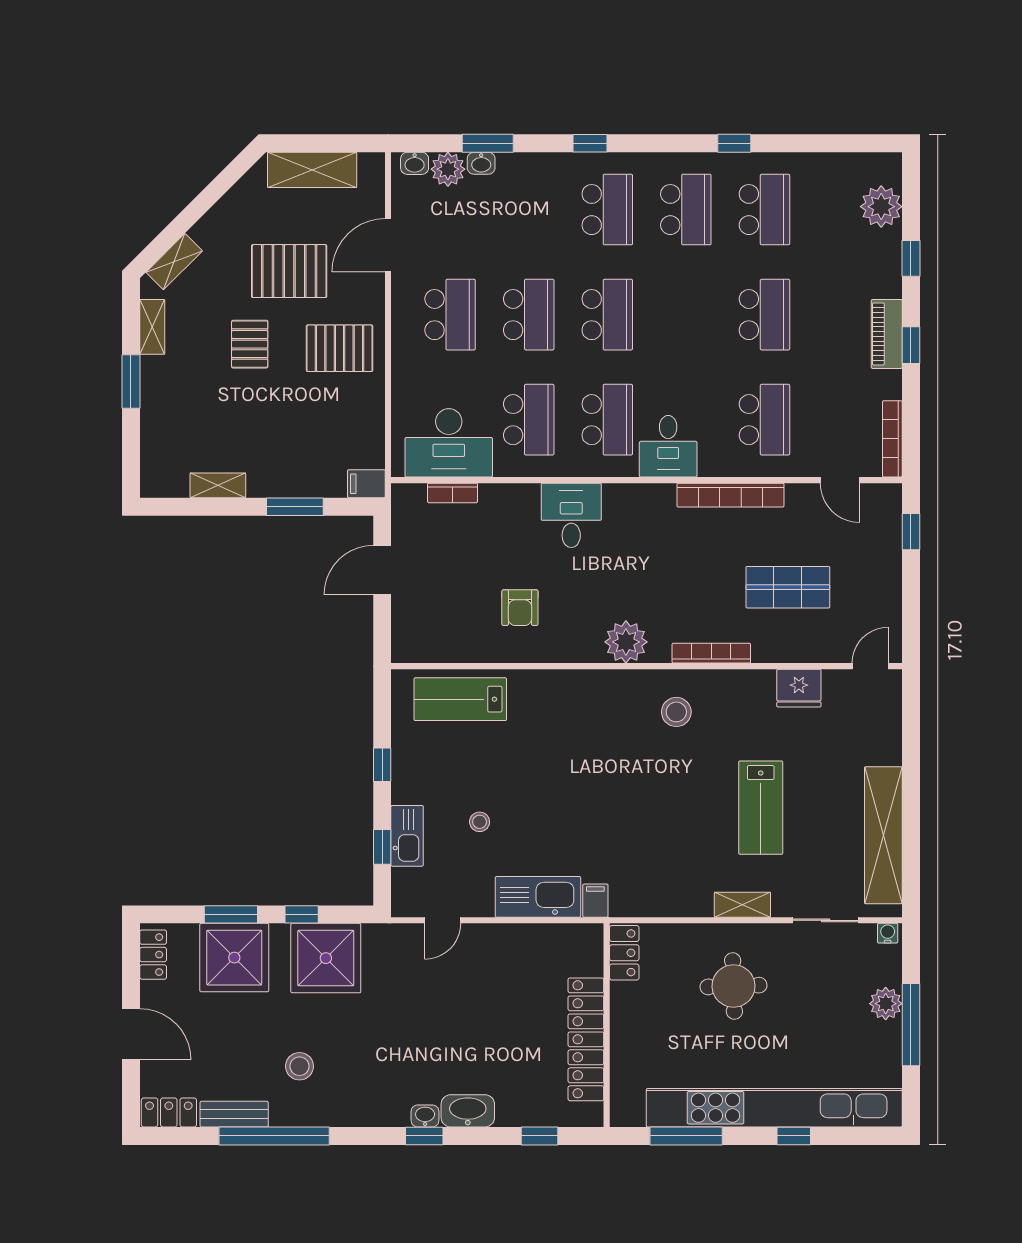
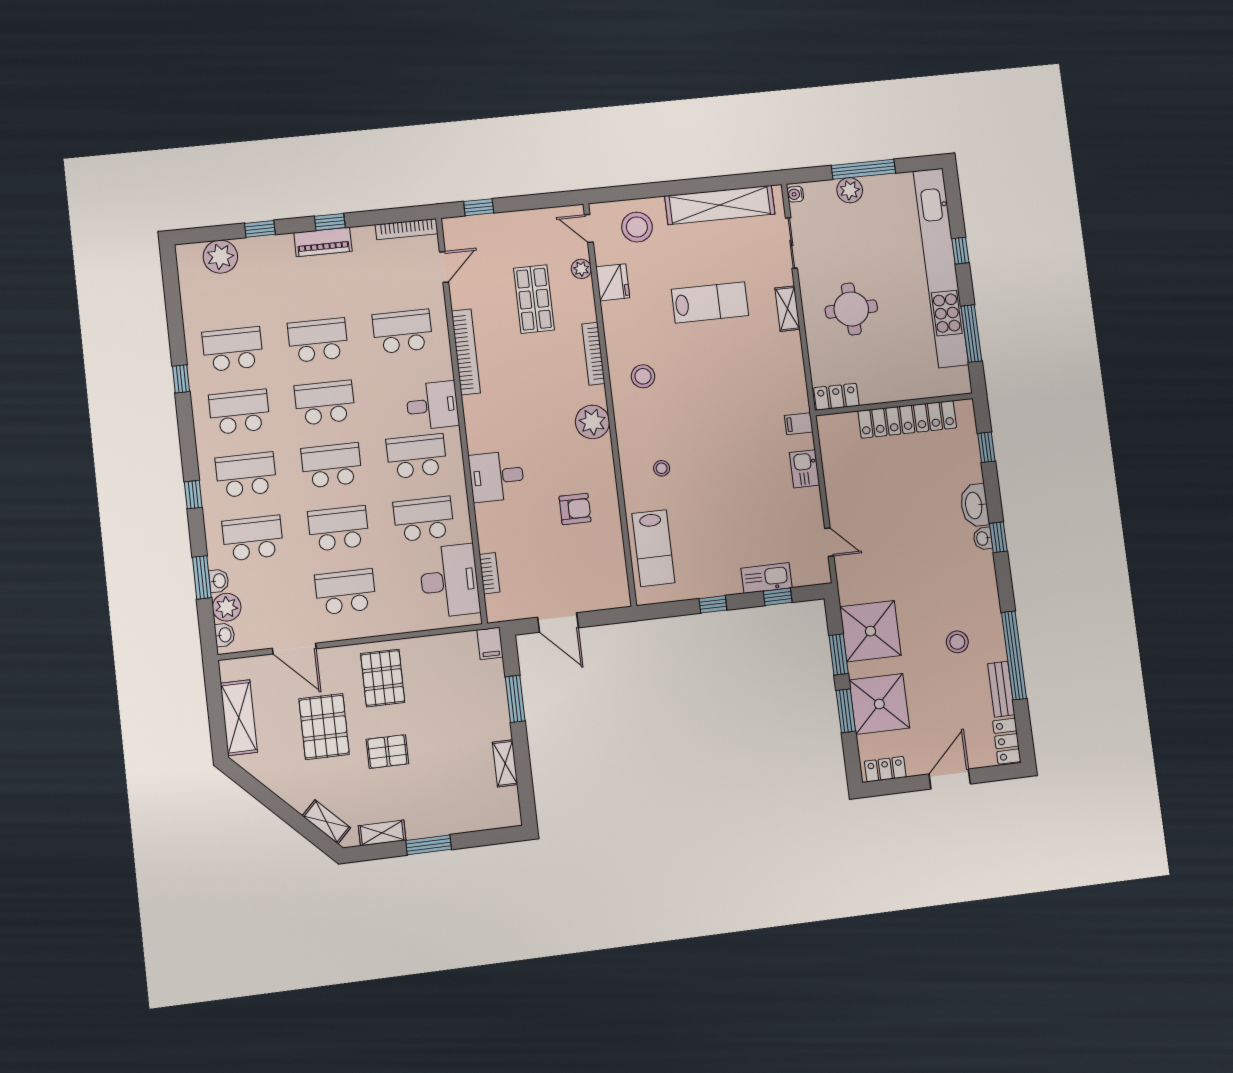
school desk: (529, 210) -> (253, 538), added
school desk: (686, 315) -> (325, 403), added
plant: (820, 651) -> (581, 269), added
stool: (866, 727) -> (637, 227), added
stool: (480, 822) -> (662, 468), moved
kitchen sink: (538, 897) -> (805, 469), width x0.53, depth x0.81
window: (302, 914) -> (839, 654), width x1.50

